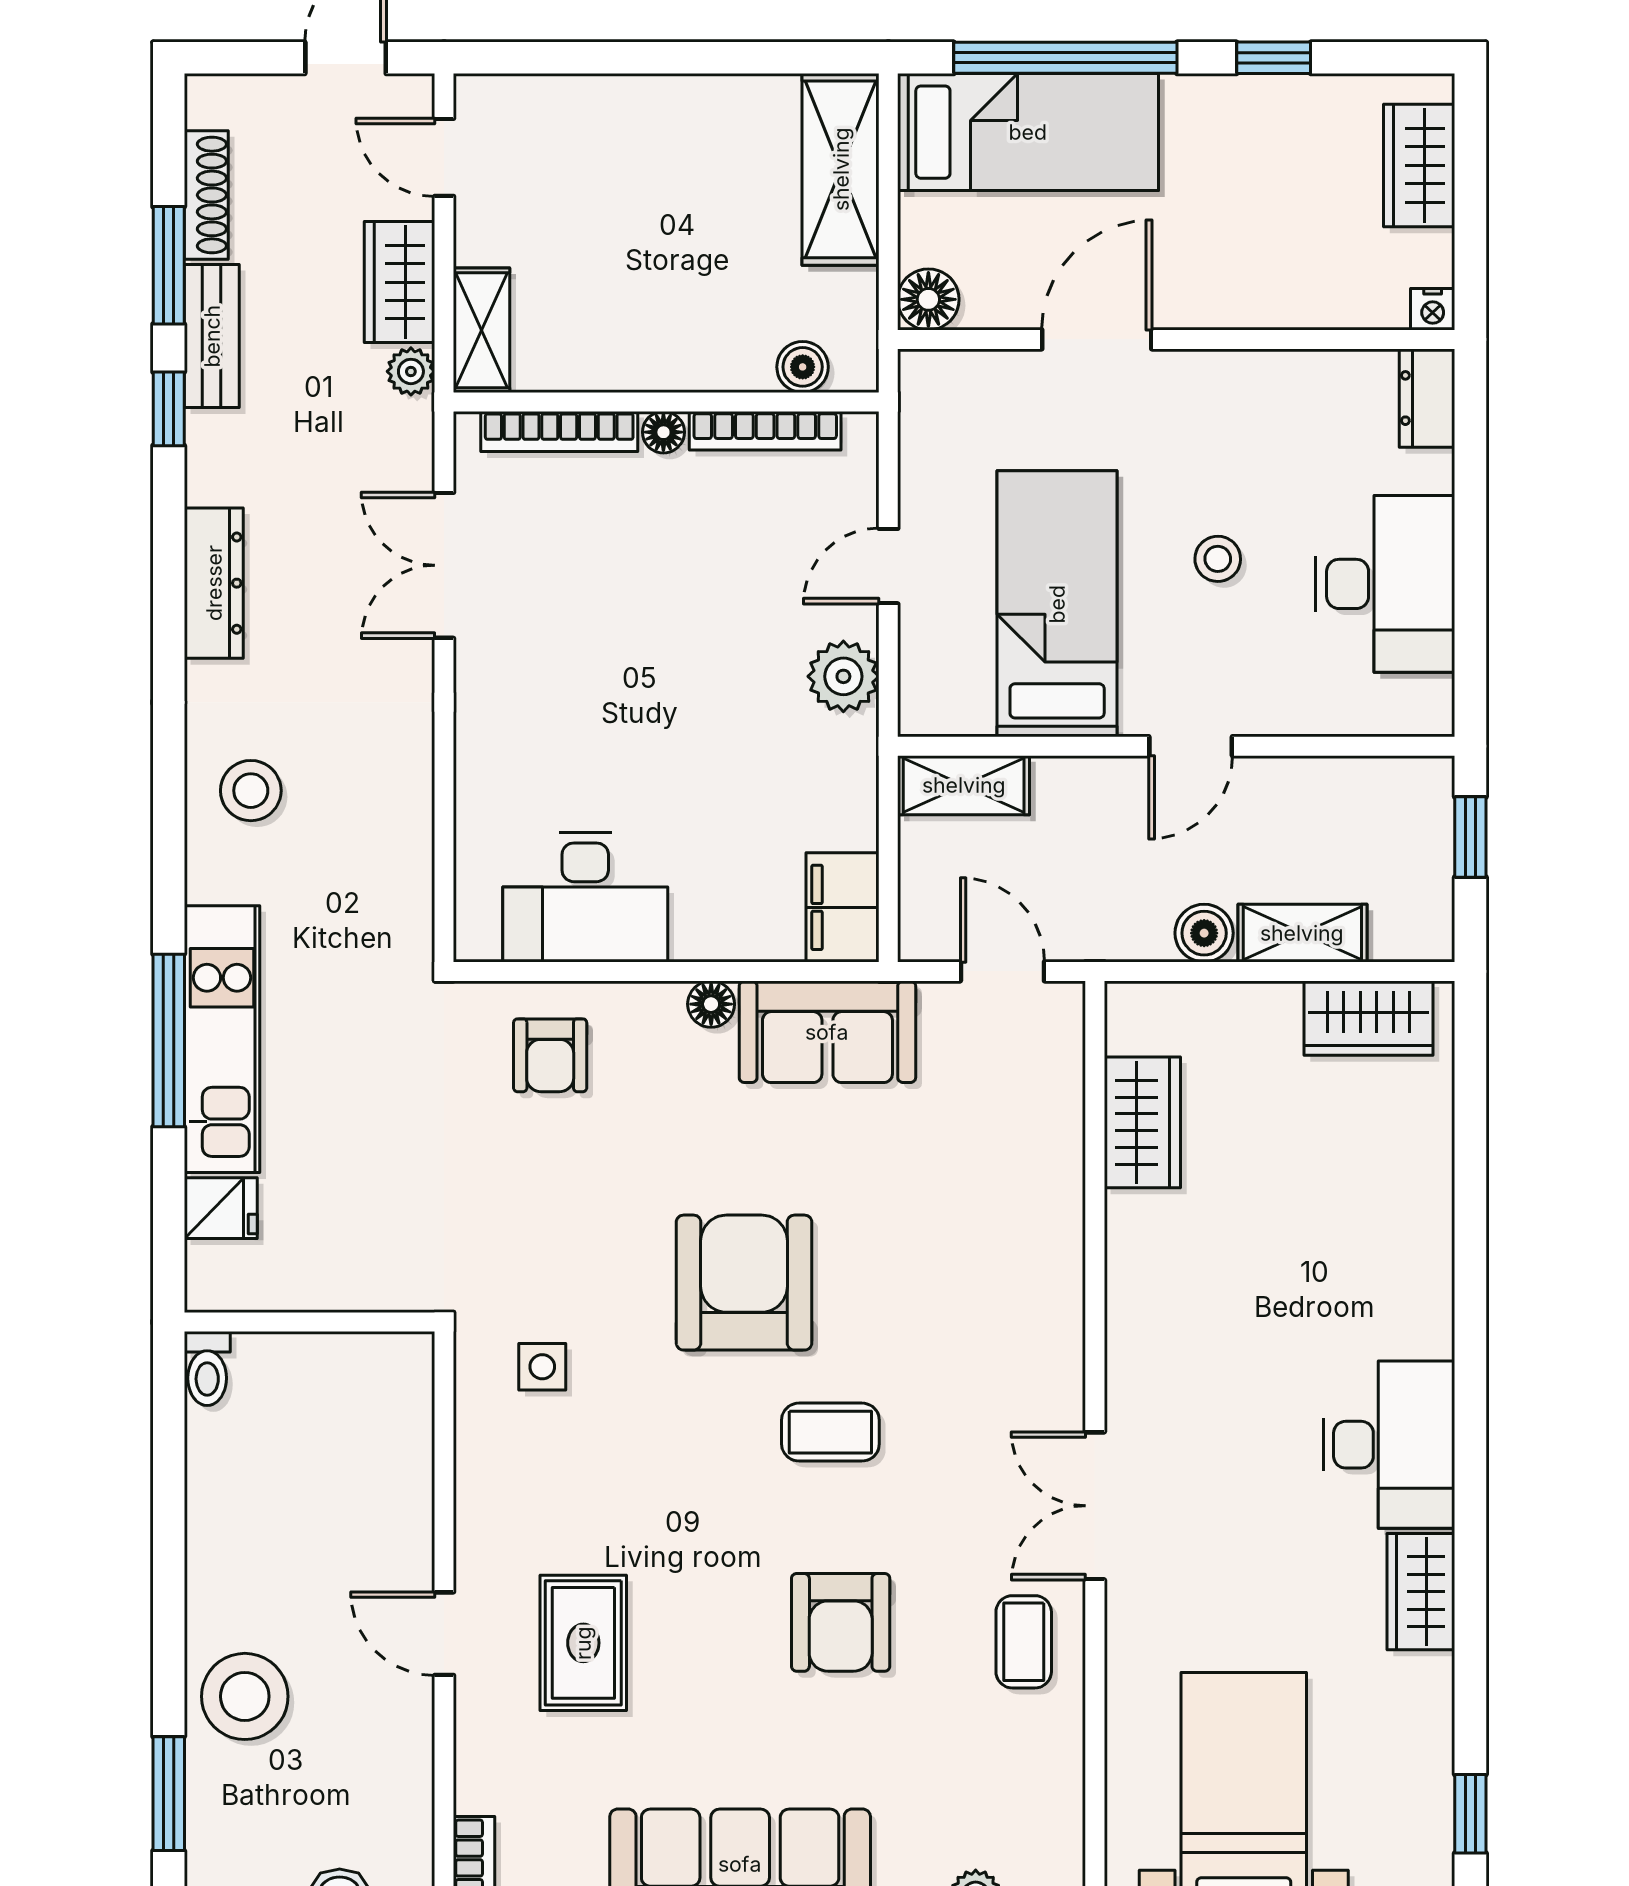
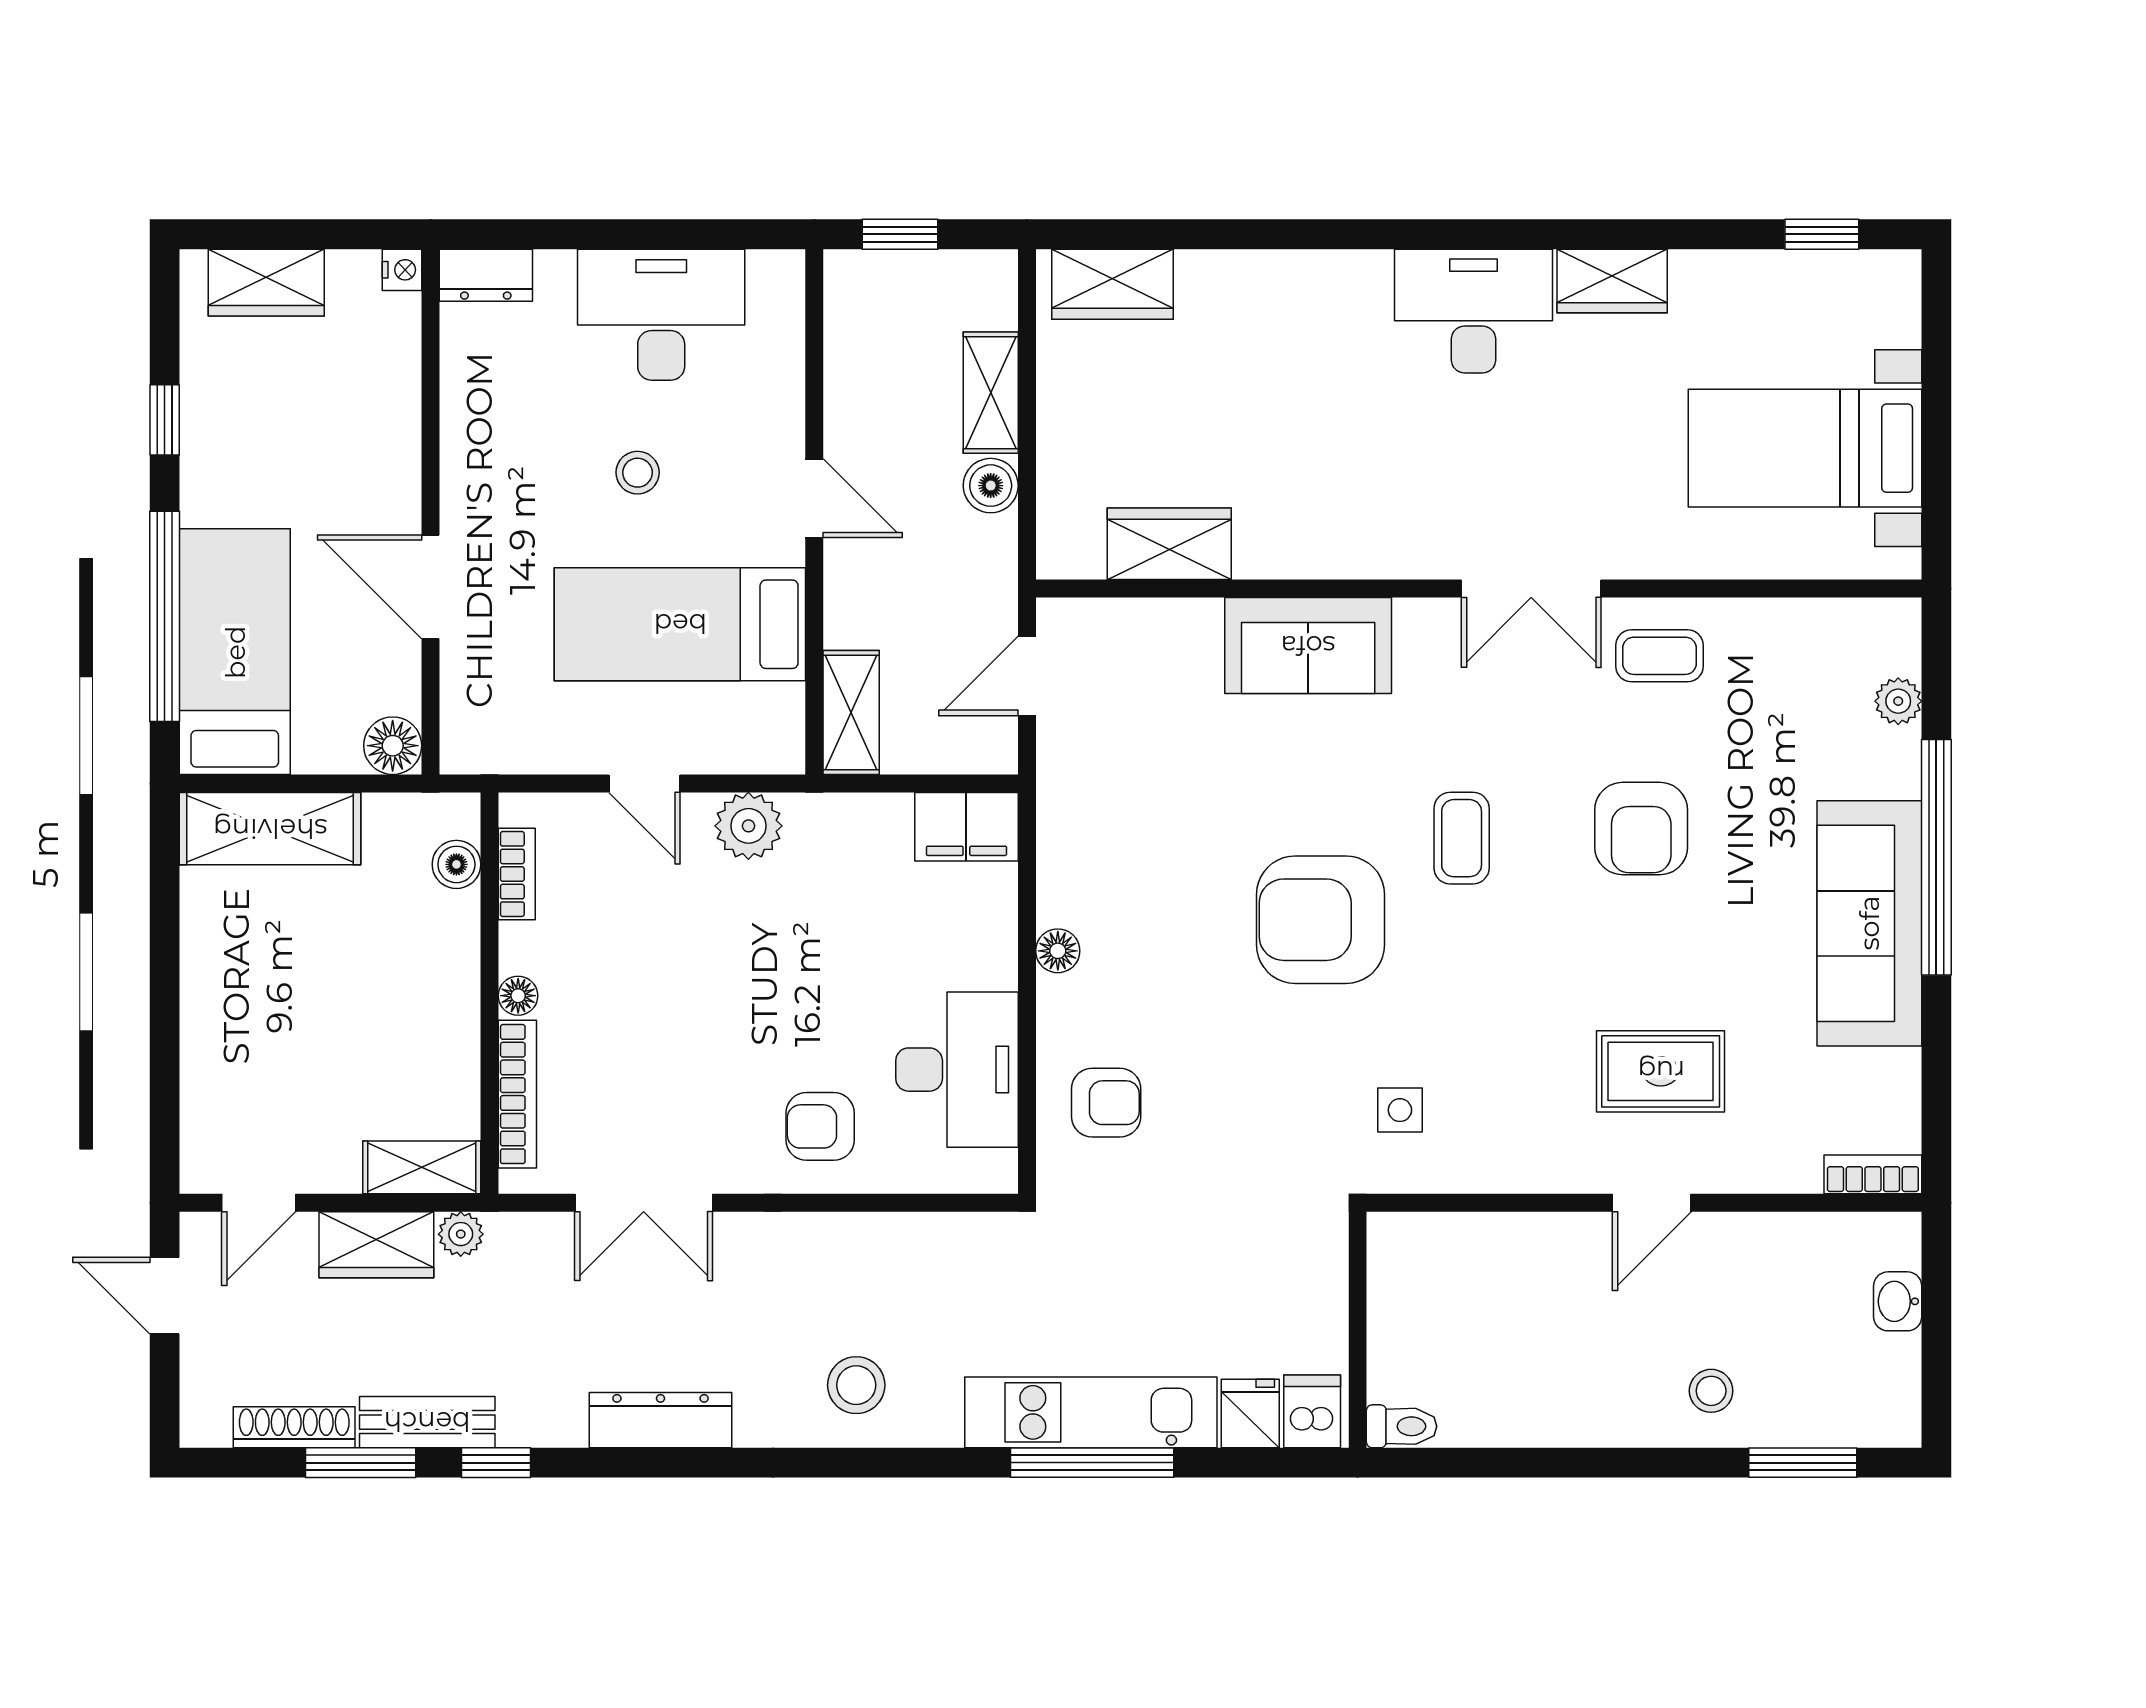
bookcase: (765, 431) -> (517, 874), width x0.64
armchair: (525, 752) -> (820, 1126), added
wardrobe: (1369, 1018) -> (1112, 284), moved, turned 90
sofa: (827, 1032) -> (1308, 646), moved, turned 90
dishwasher: (223, 1274) -> (1312, 1411), added
armchair: (841, 1622) -> (1641, 829), turned 90
stool: (245, 1696) -> (1711, 1391), width x0.53, depth x0.53

